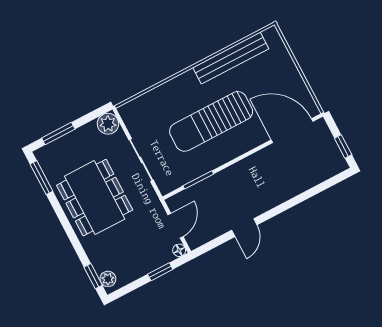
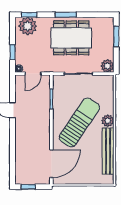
plant: (187, 82) -> (108, 121), added
sun lounger: (211, 121) -> (79, 123), turned 34
window: (41, 178) -> (66, 15), moved
door: (176, 226) -> (33, 74), hinge flipped
plant: (108, 279) -> (28, 26), width x1.87, depth x1.87

